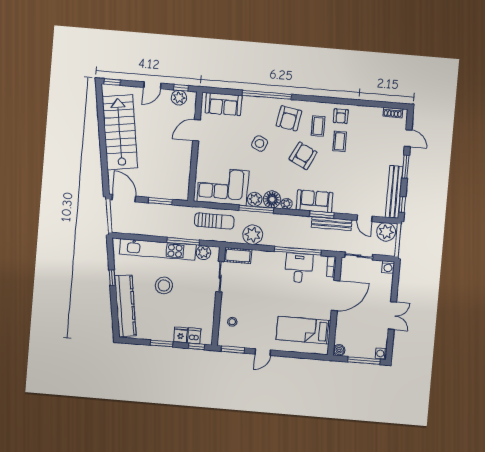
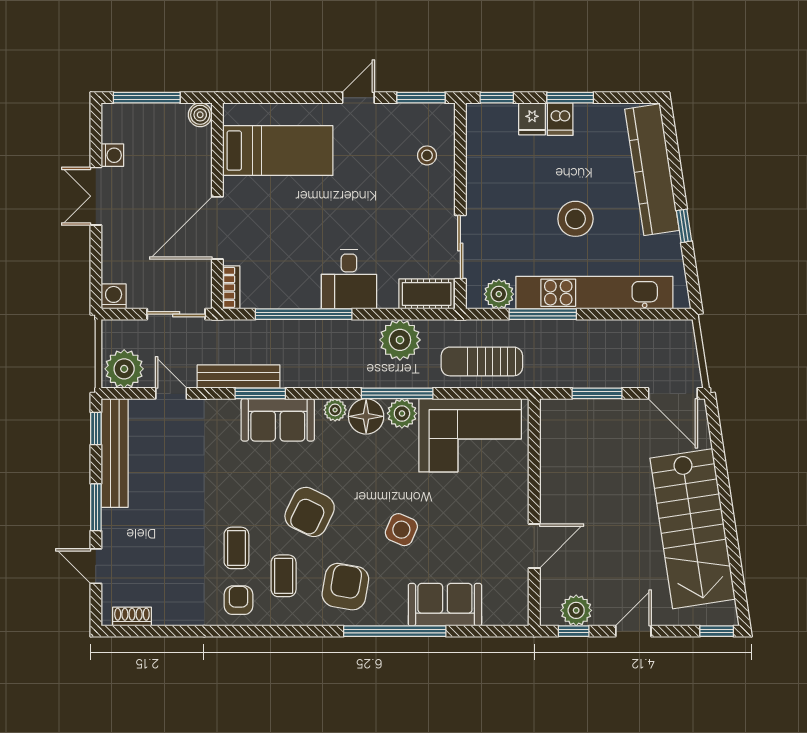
sofa: (224, 104) -> (445, 605), moved
desk: (299, 268) -> (349, 279), moved
dishwasher: (194, 336) -> (560, 119), moved
washing machine: (381, 354) -> (112, 155), moved

